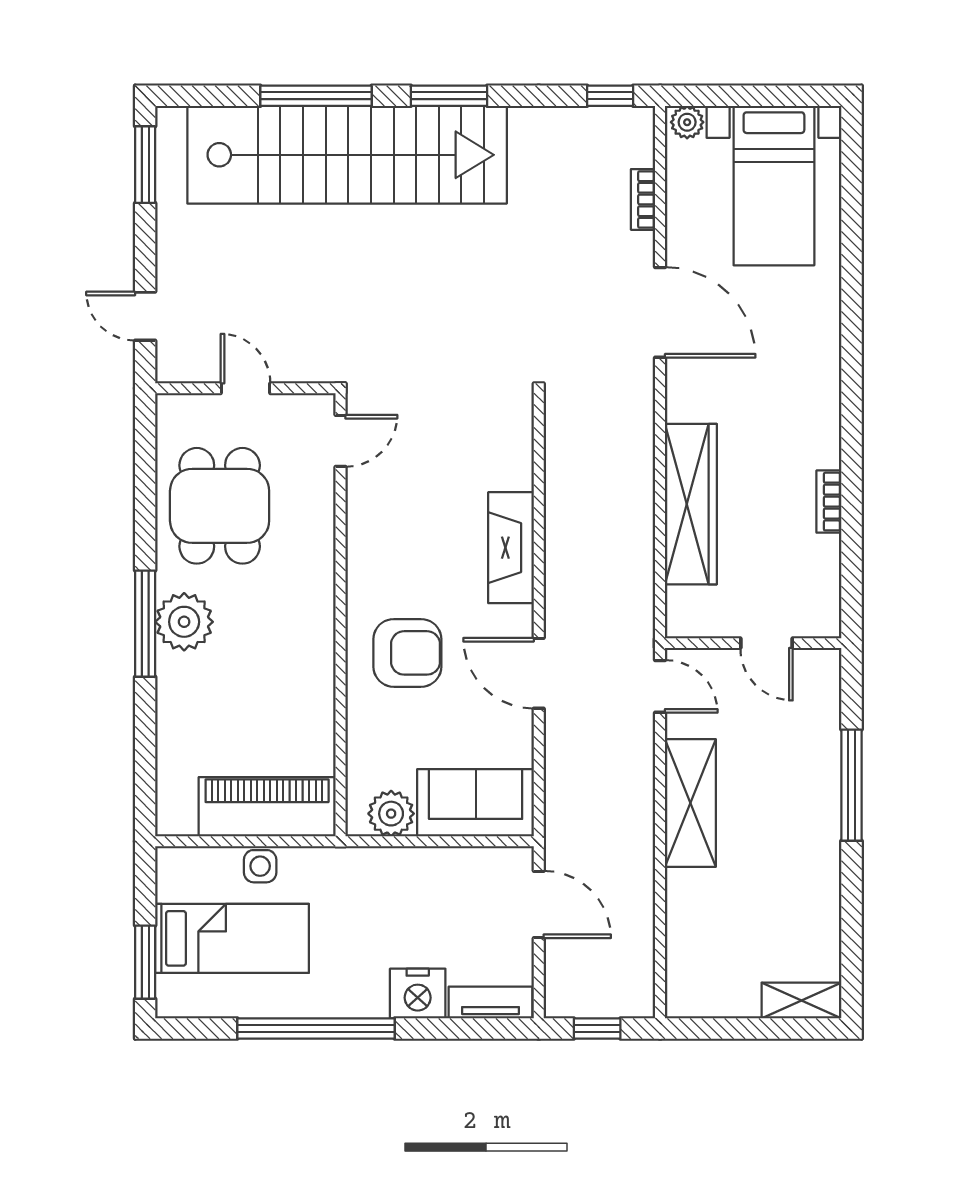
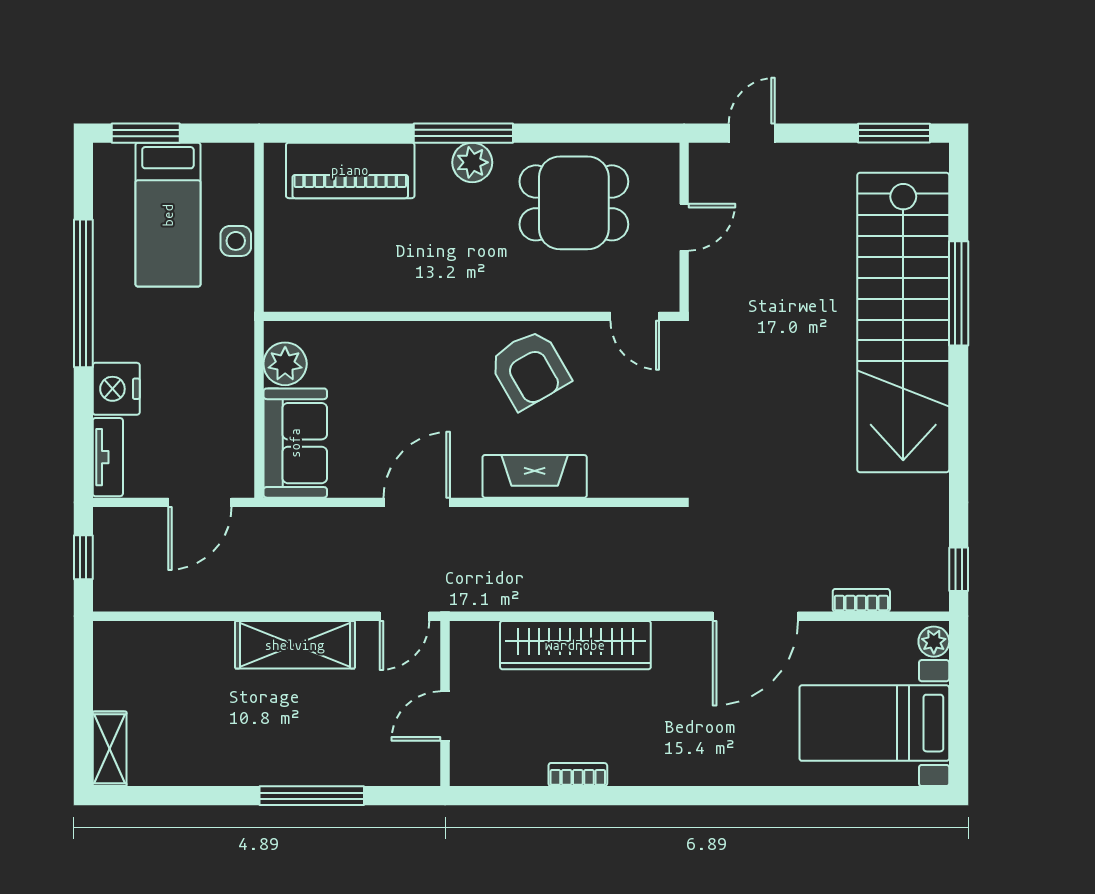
window: (449, 96) -> (959, 418), removed
plant: (184, 622) -> (472, 162), width x0.73, depth x0.73
armchair: (407, 653) -> (530, 369), moved, turned -30
piano: (267, 807) -> (350, 170), moved, turned 90

